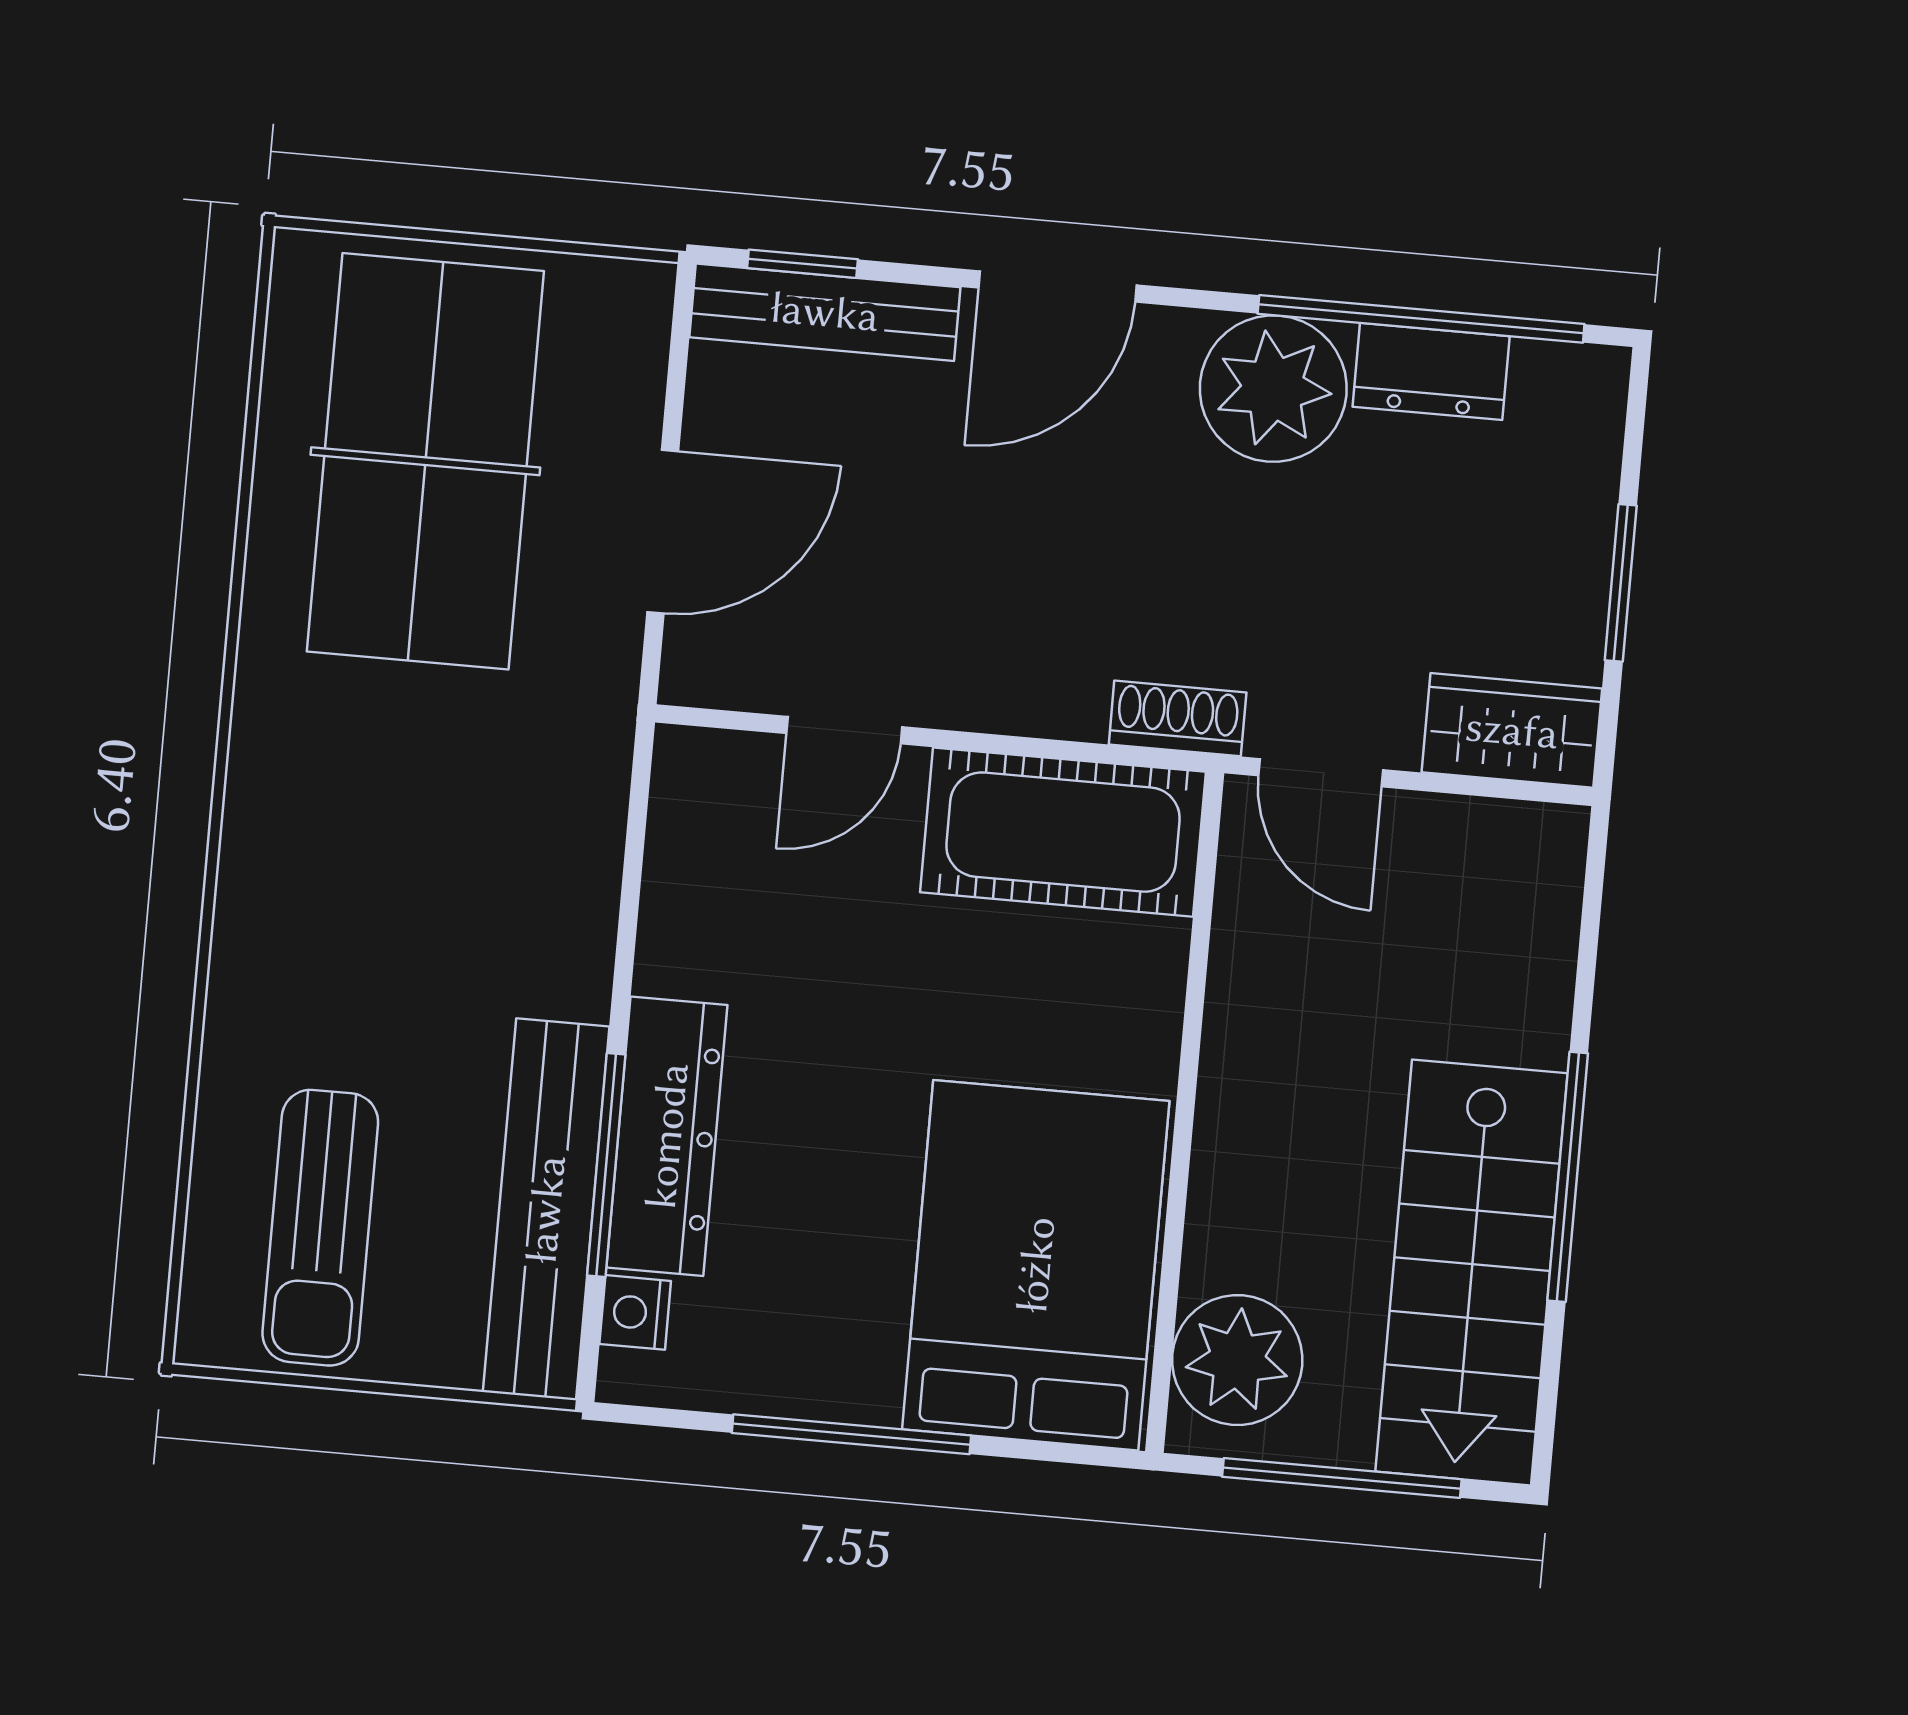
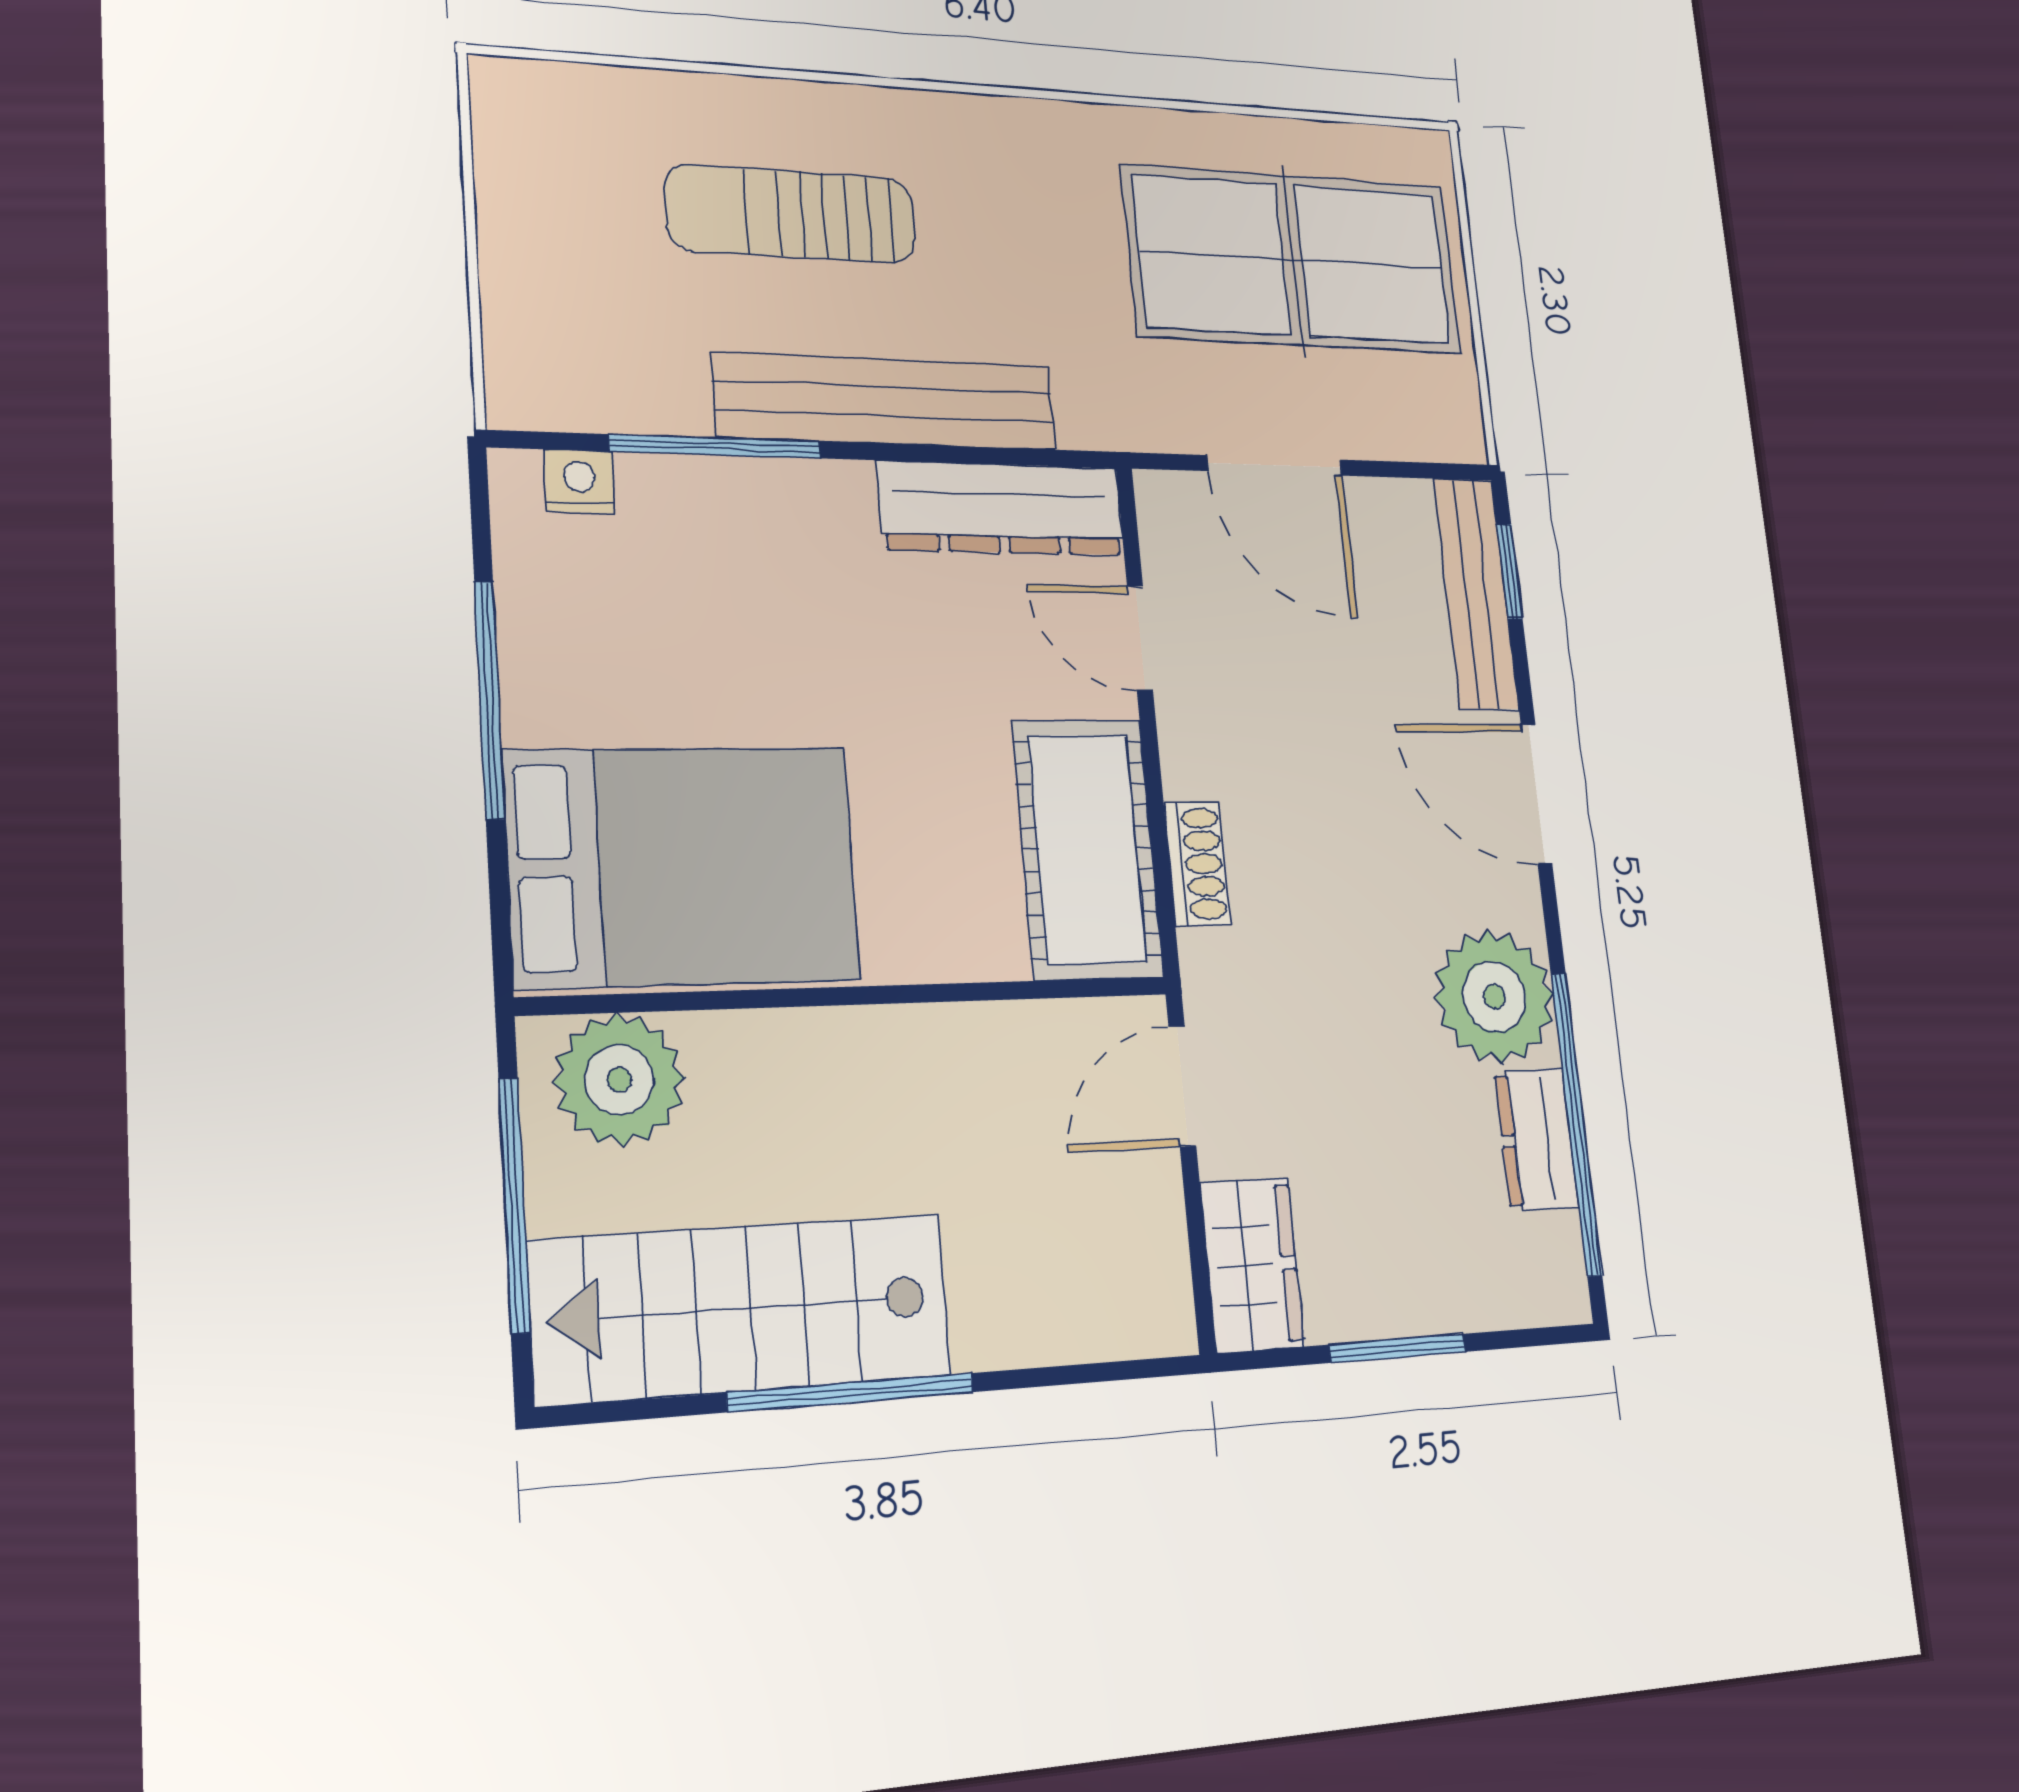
shoe rack: (1178, 718) -> (1197, 864), moved
dresser: (667, 1136) -> (1001, 508), moved
bench: (546, 1209) -> (886, 402), moved
sun lounger: (320, 1228) -> (791, 214), moved

